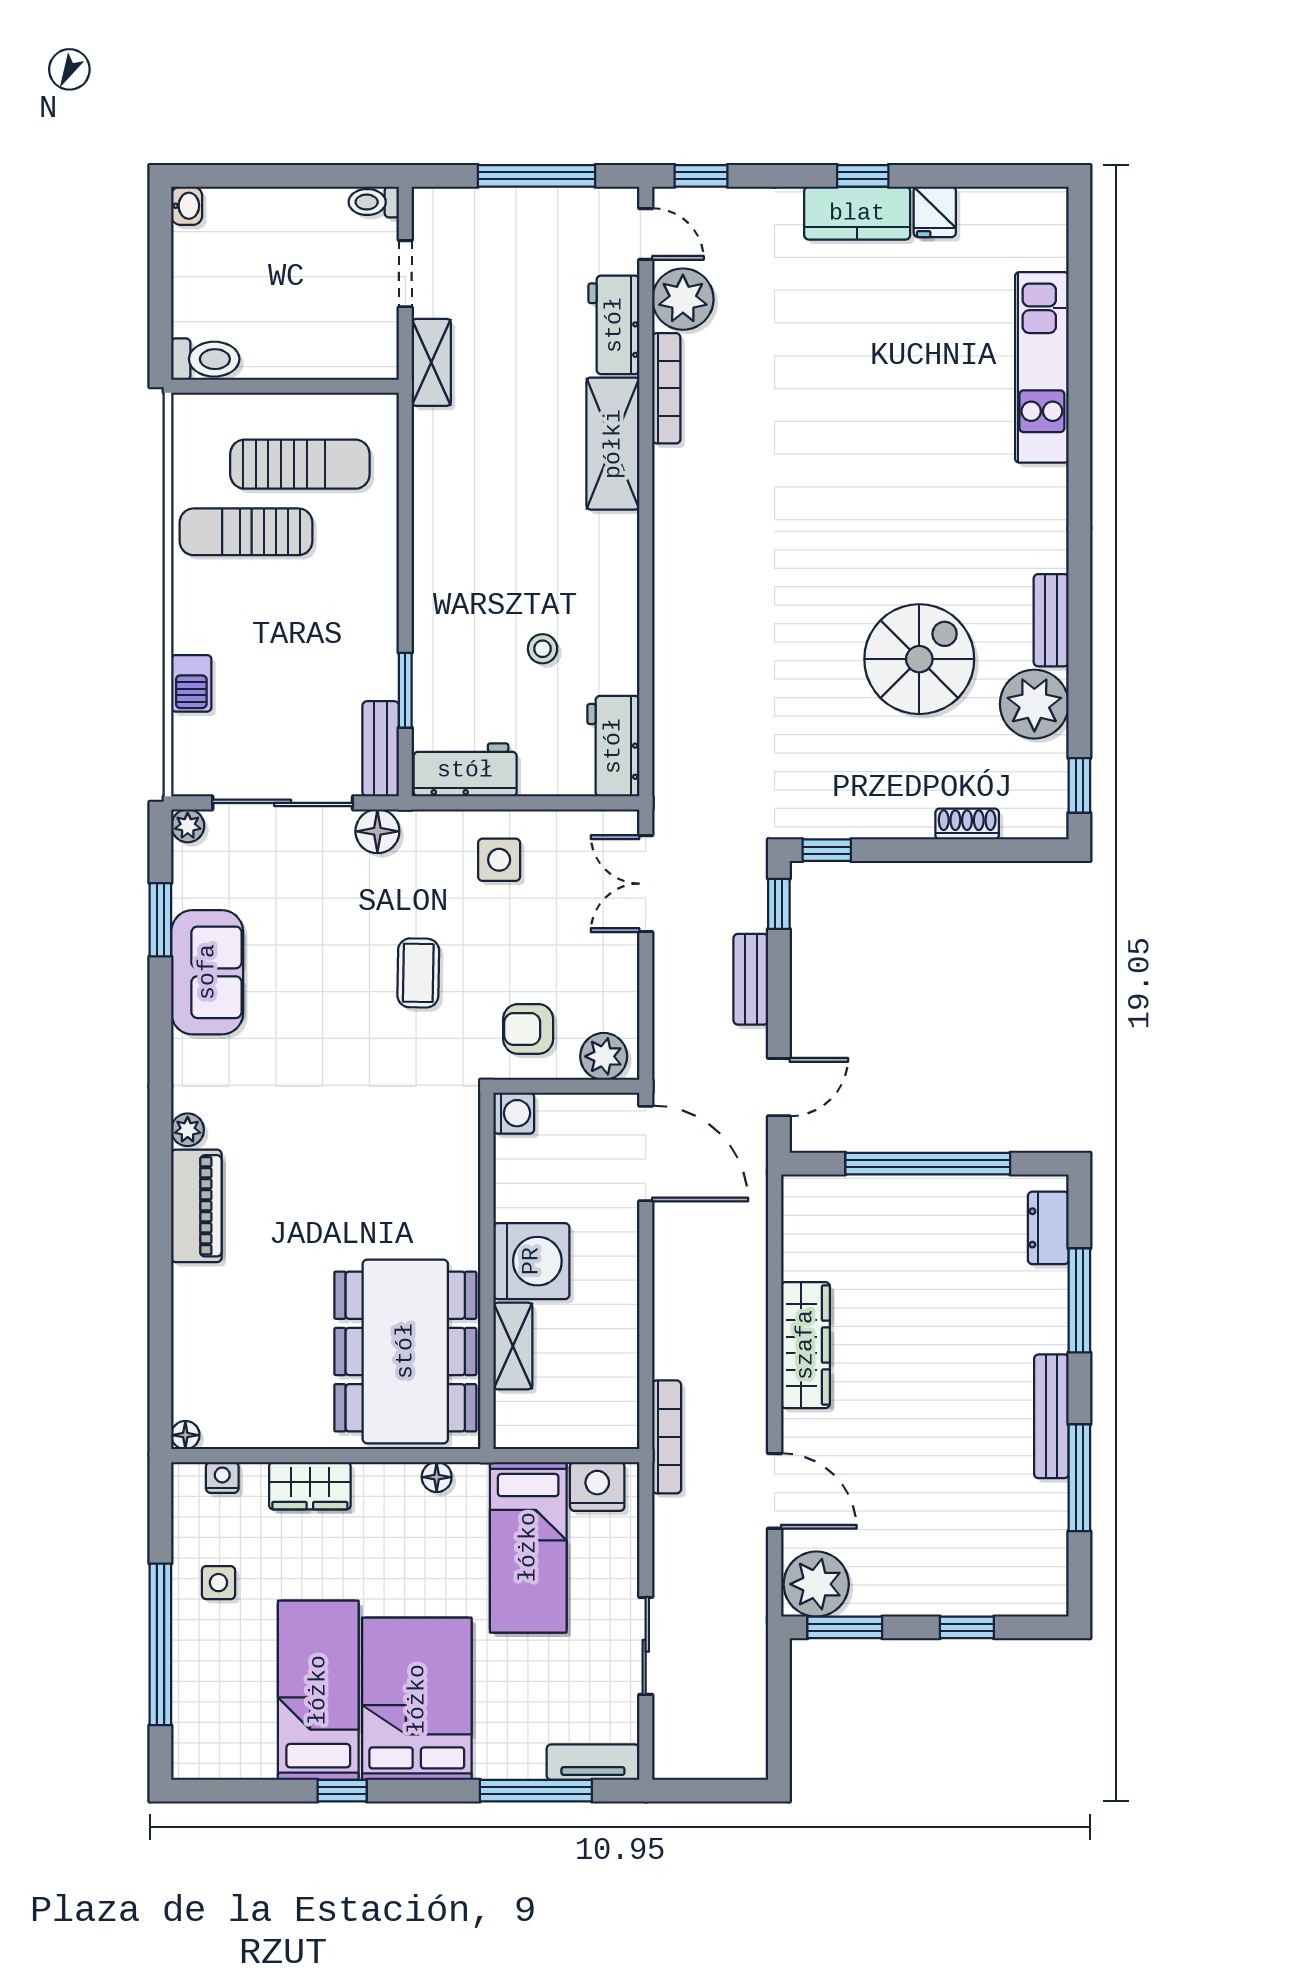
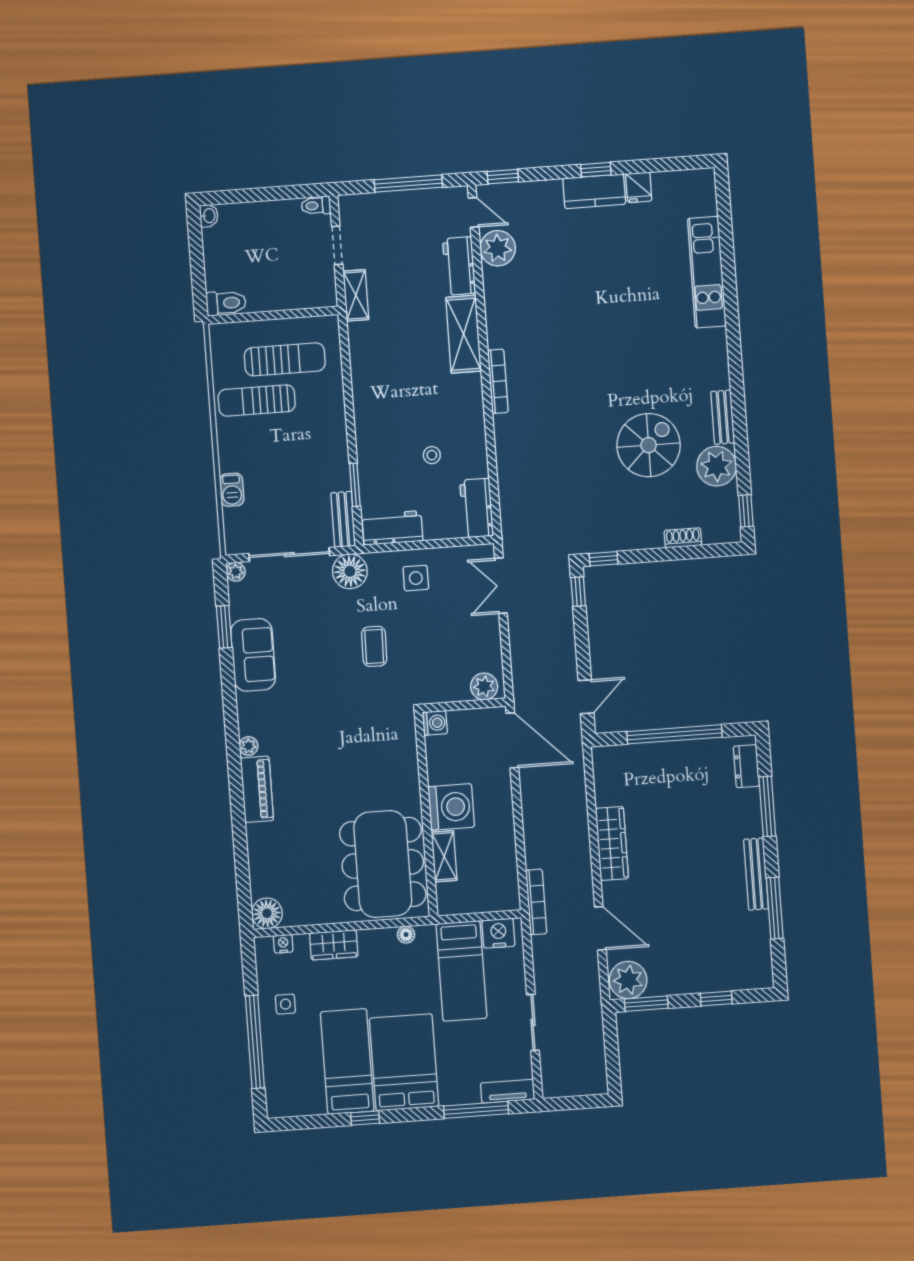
bookcase: (666, 388) -> (498, 381), moved
floor lamp: (377, 831) -> (350, 571), width x1.38, depth x1.38
bench: (751, 979) -> (565, 636), removed
armchair: (528, 1029) -> (440, 674), removed
floor lamp: (185, 1435) -> (267, 913), width x1.89, depth x1.89

